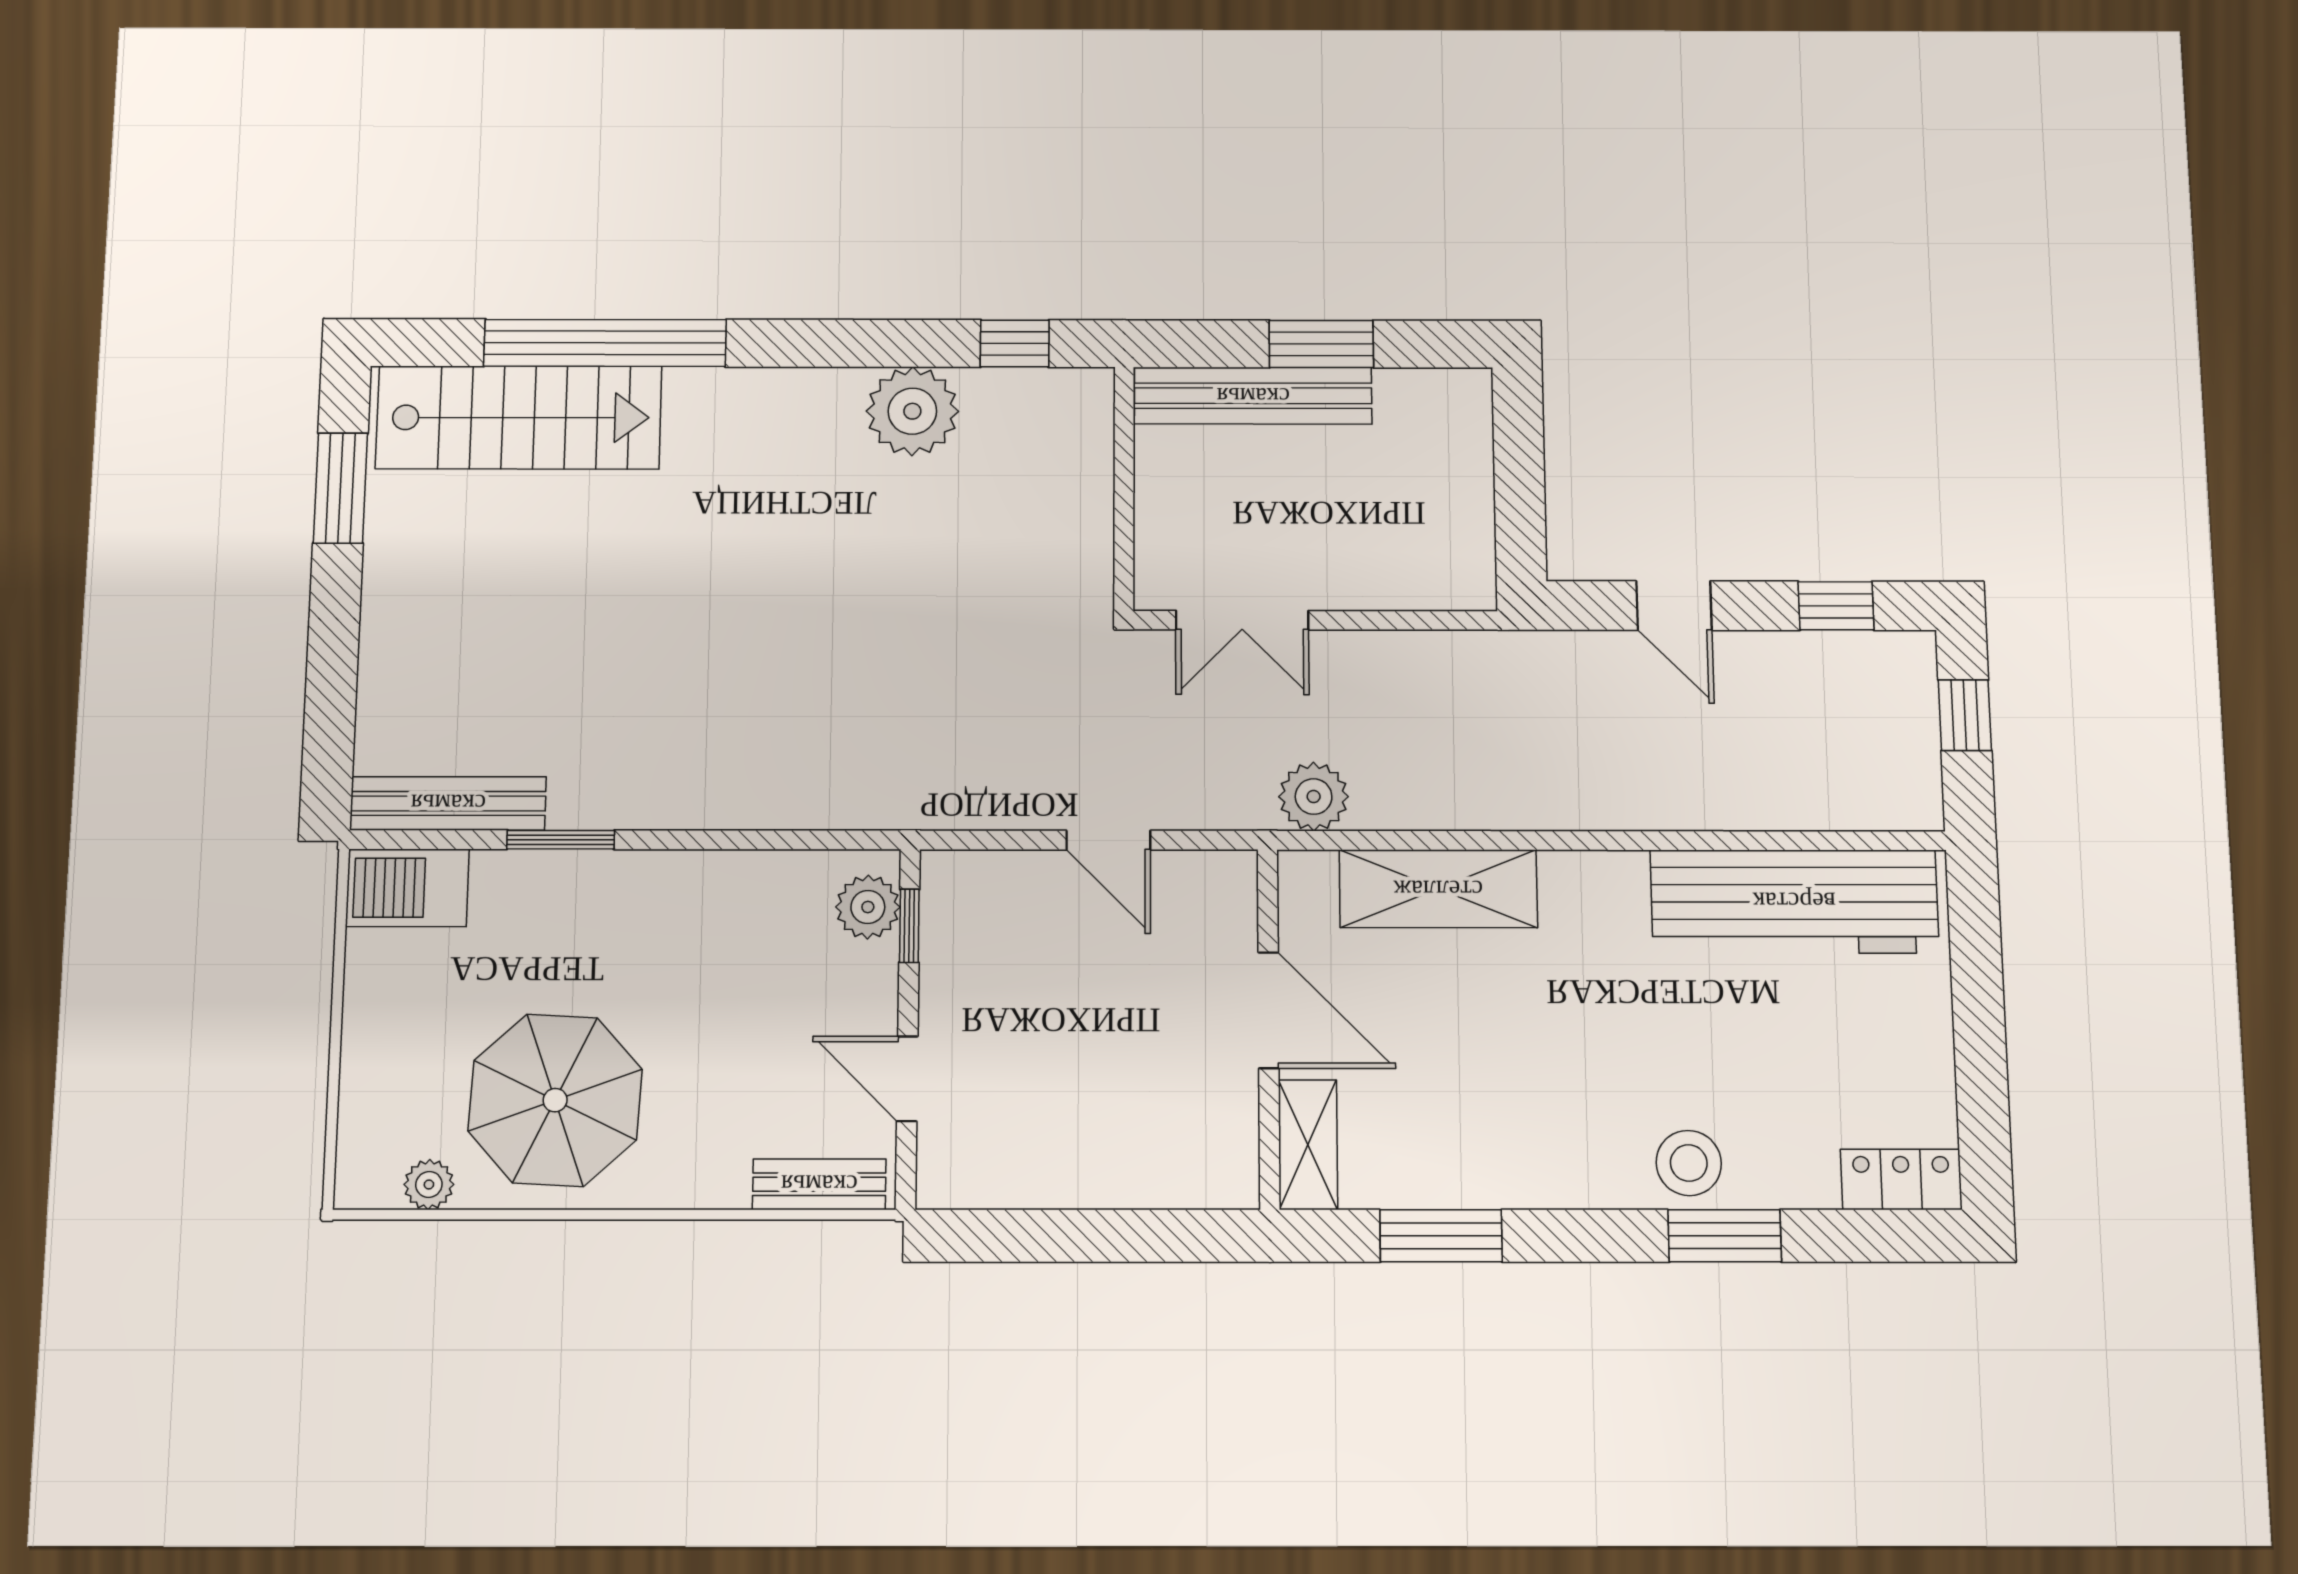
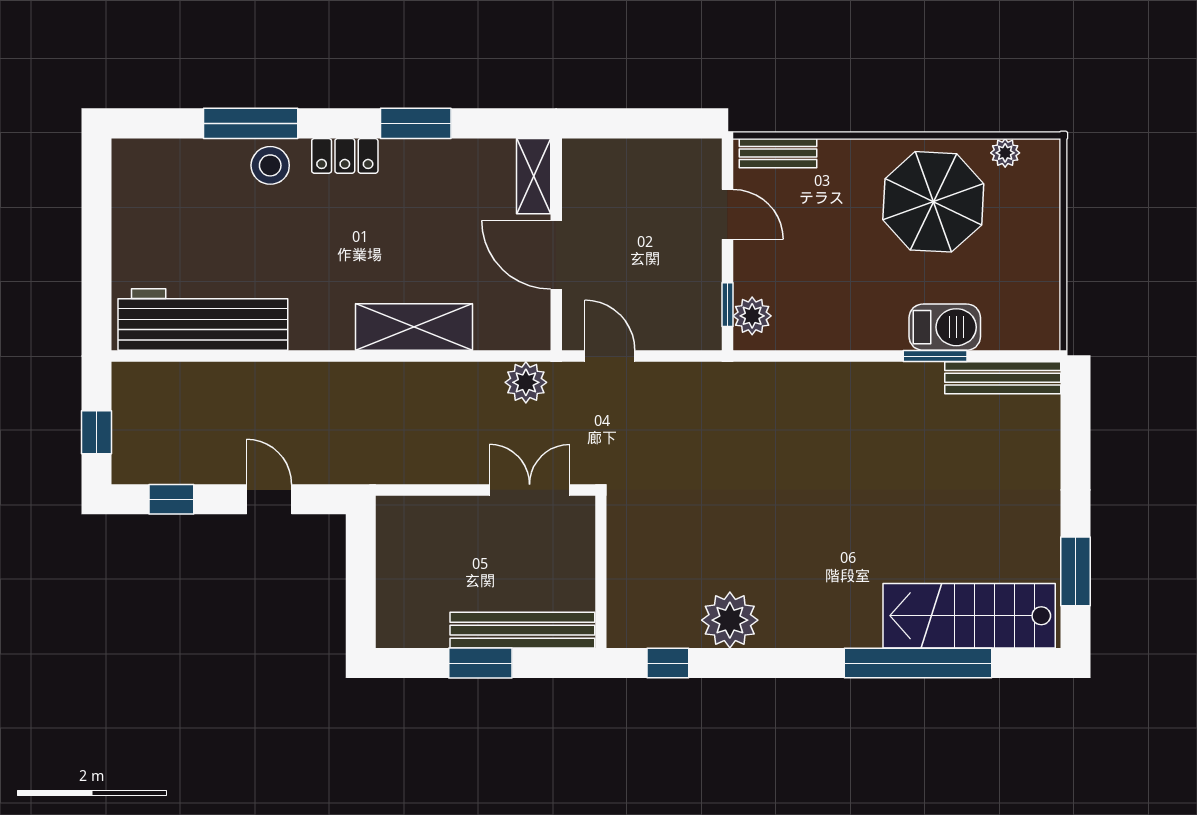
plant: (1314, 797) -> (526, 382), moved
barbecue: (407, 888) -> (945, 327), moved
door: (1268, 1010) -> (556, 255), moved
wall: (1269, 1028) -> (556, 244), moved
shelving: (1308, 1145) -> (534, 176), moved
locker: (1901, 1180) -> (345, 156), moved
window: (1725, 1236) -> (251, 123), width x1.44

